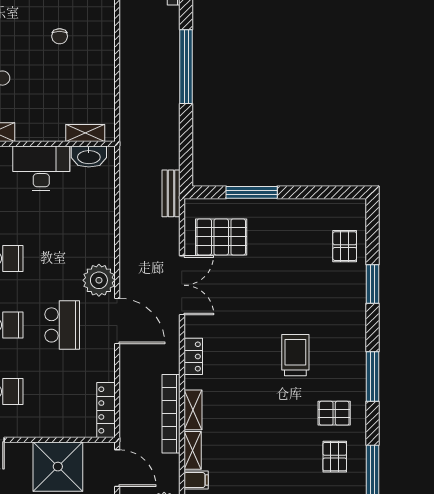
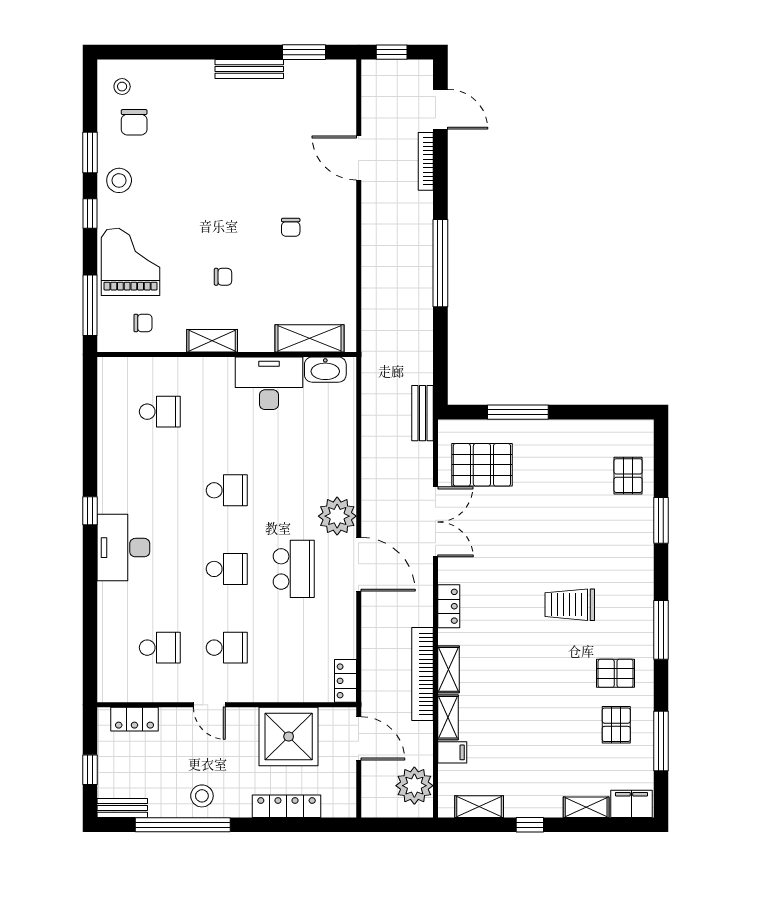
shelving: (85, 133) -> (309, 338), width x1.50, depth x1.33
trolley: (295, 355) -> (570, 605), turned -90
locker: (106, 410) -> (345, 681), width x0.66

